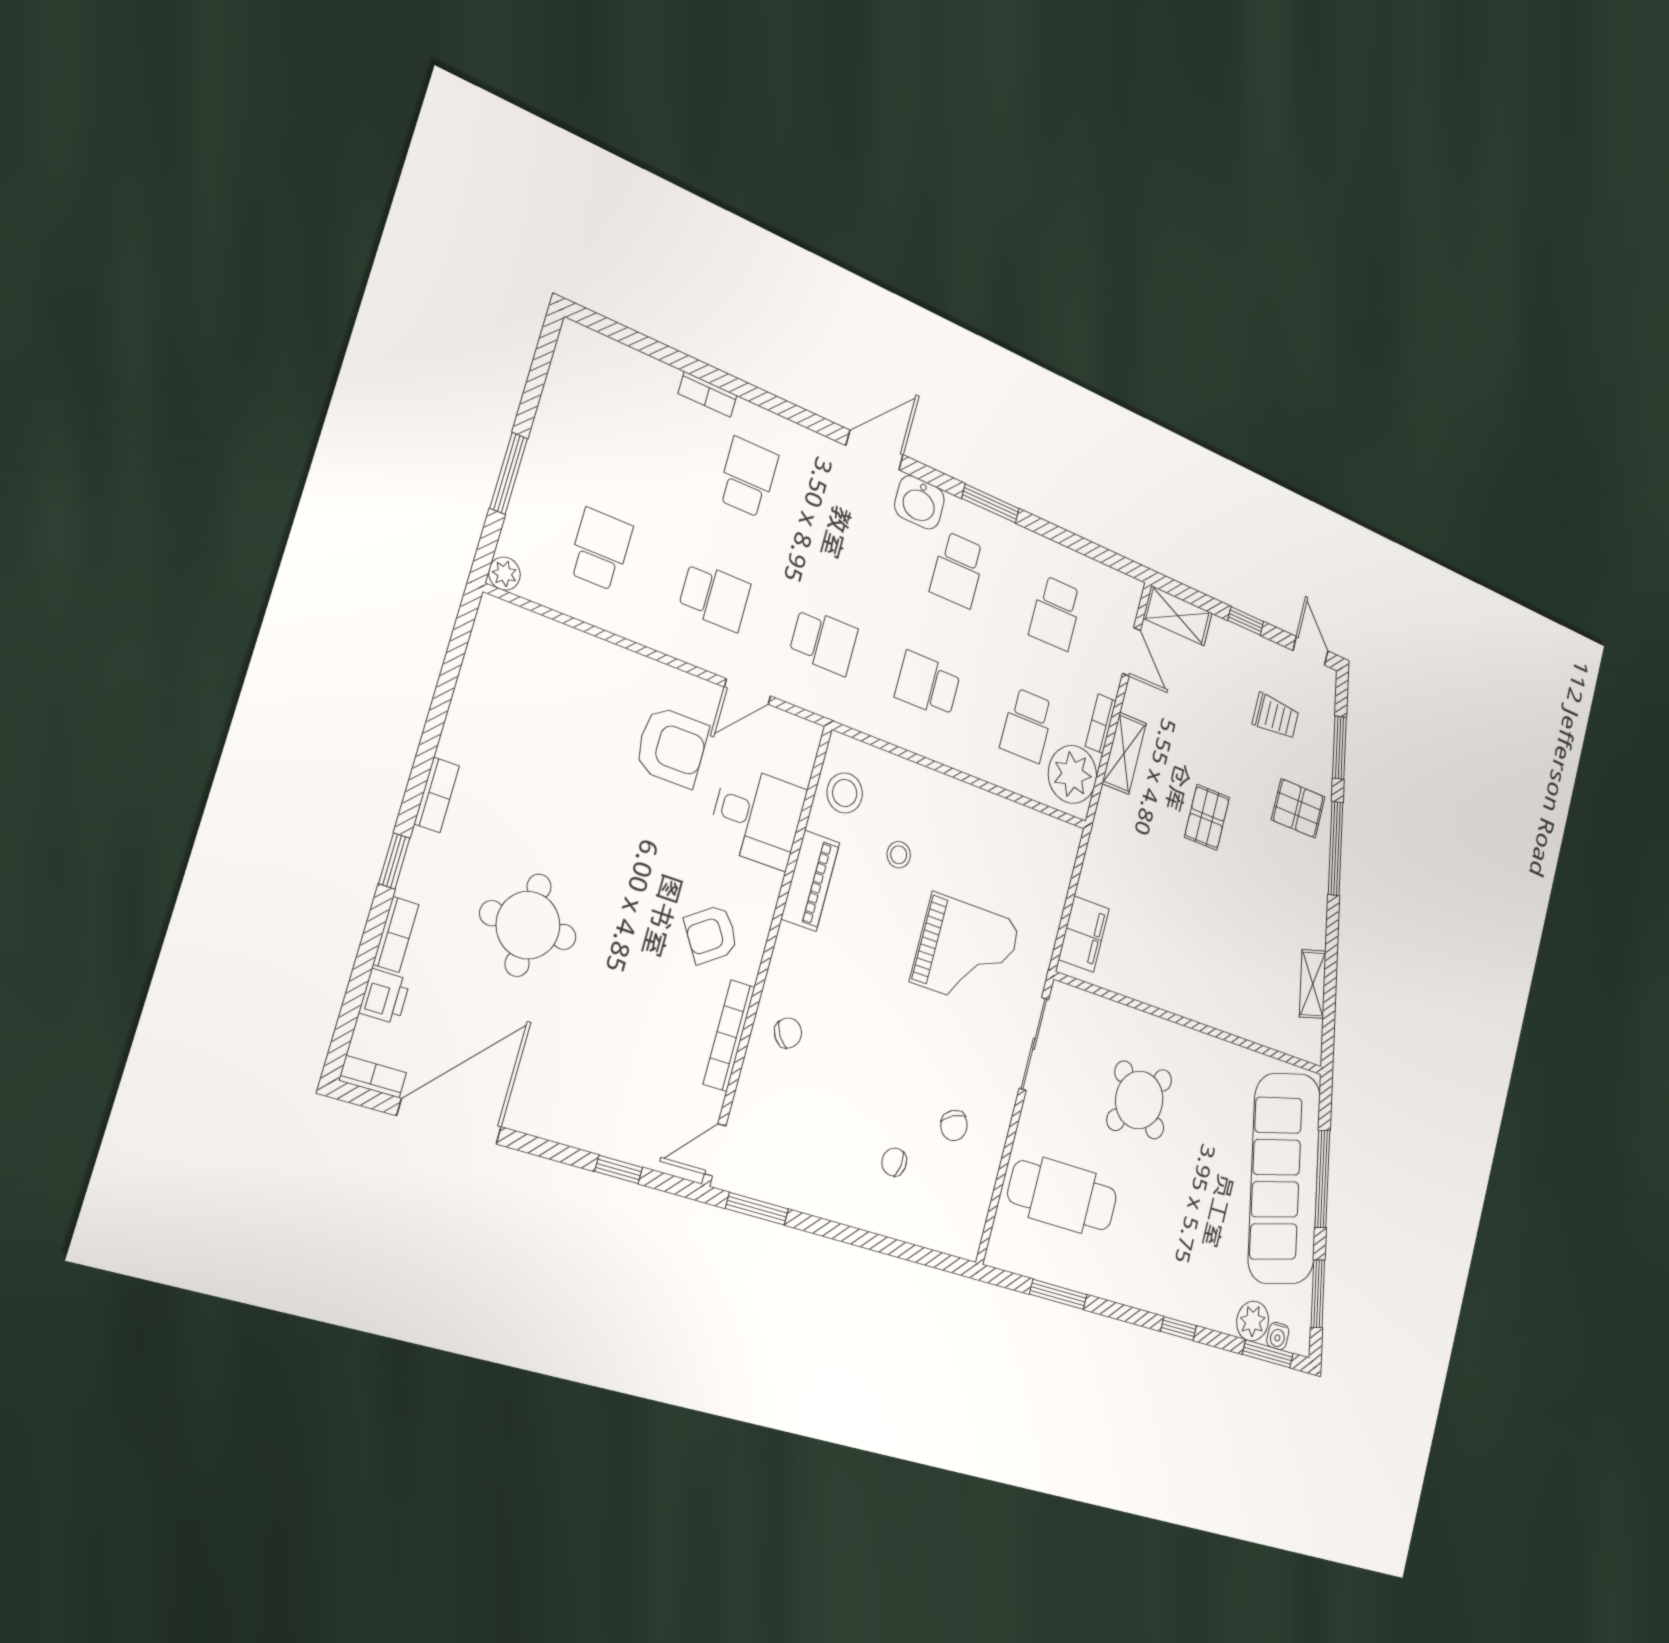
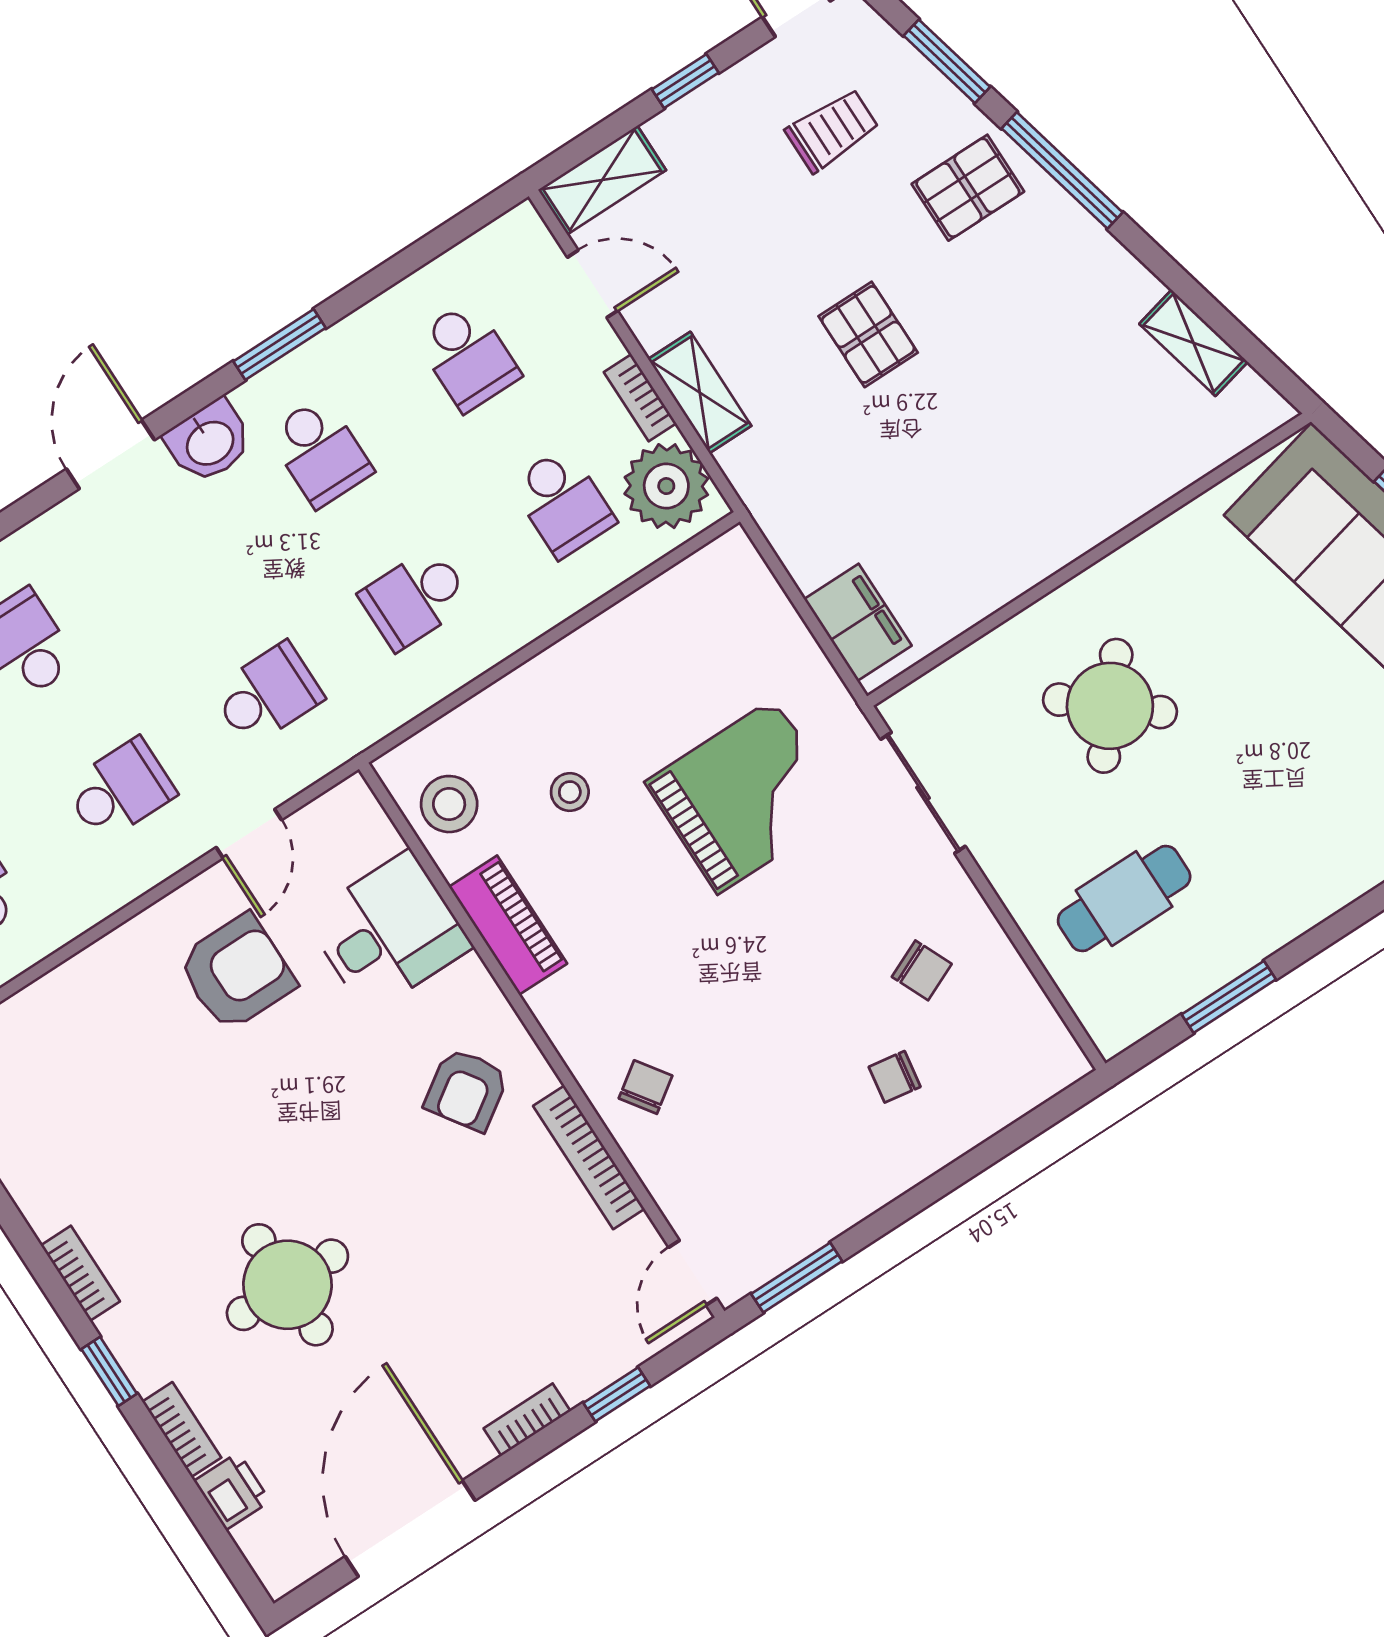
bookcase: (373, 1077) -> (527, 1420), moved
cafe table: (1062, 1195) -> (1124, 899), width x0.73, depth x0.74

